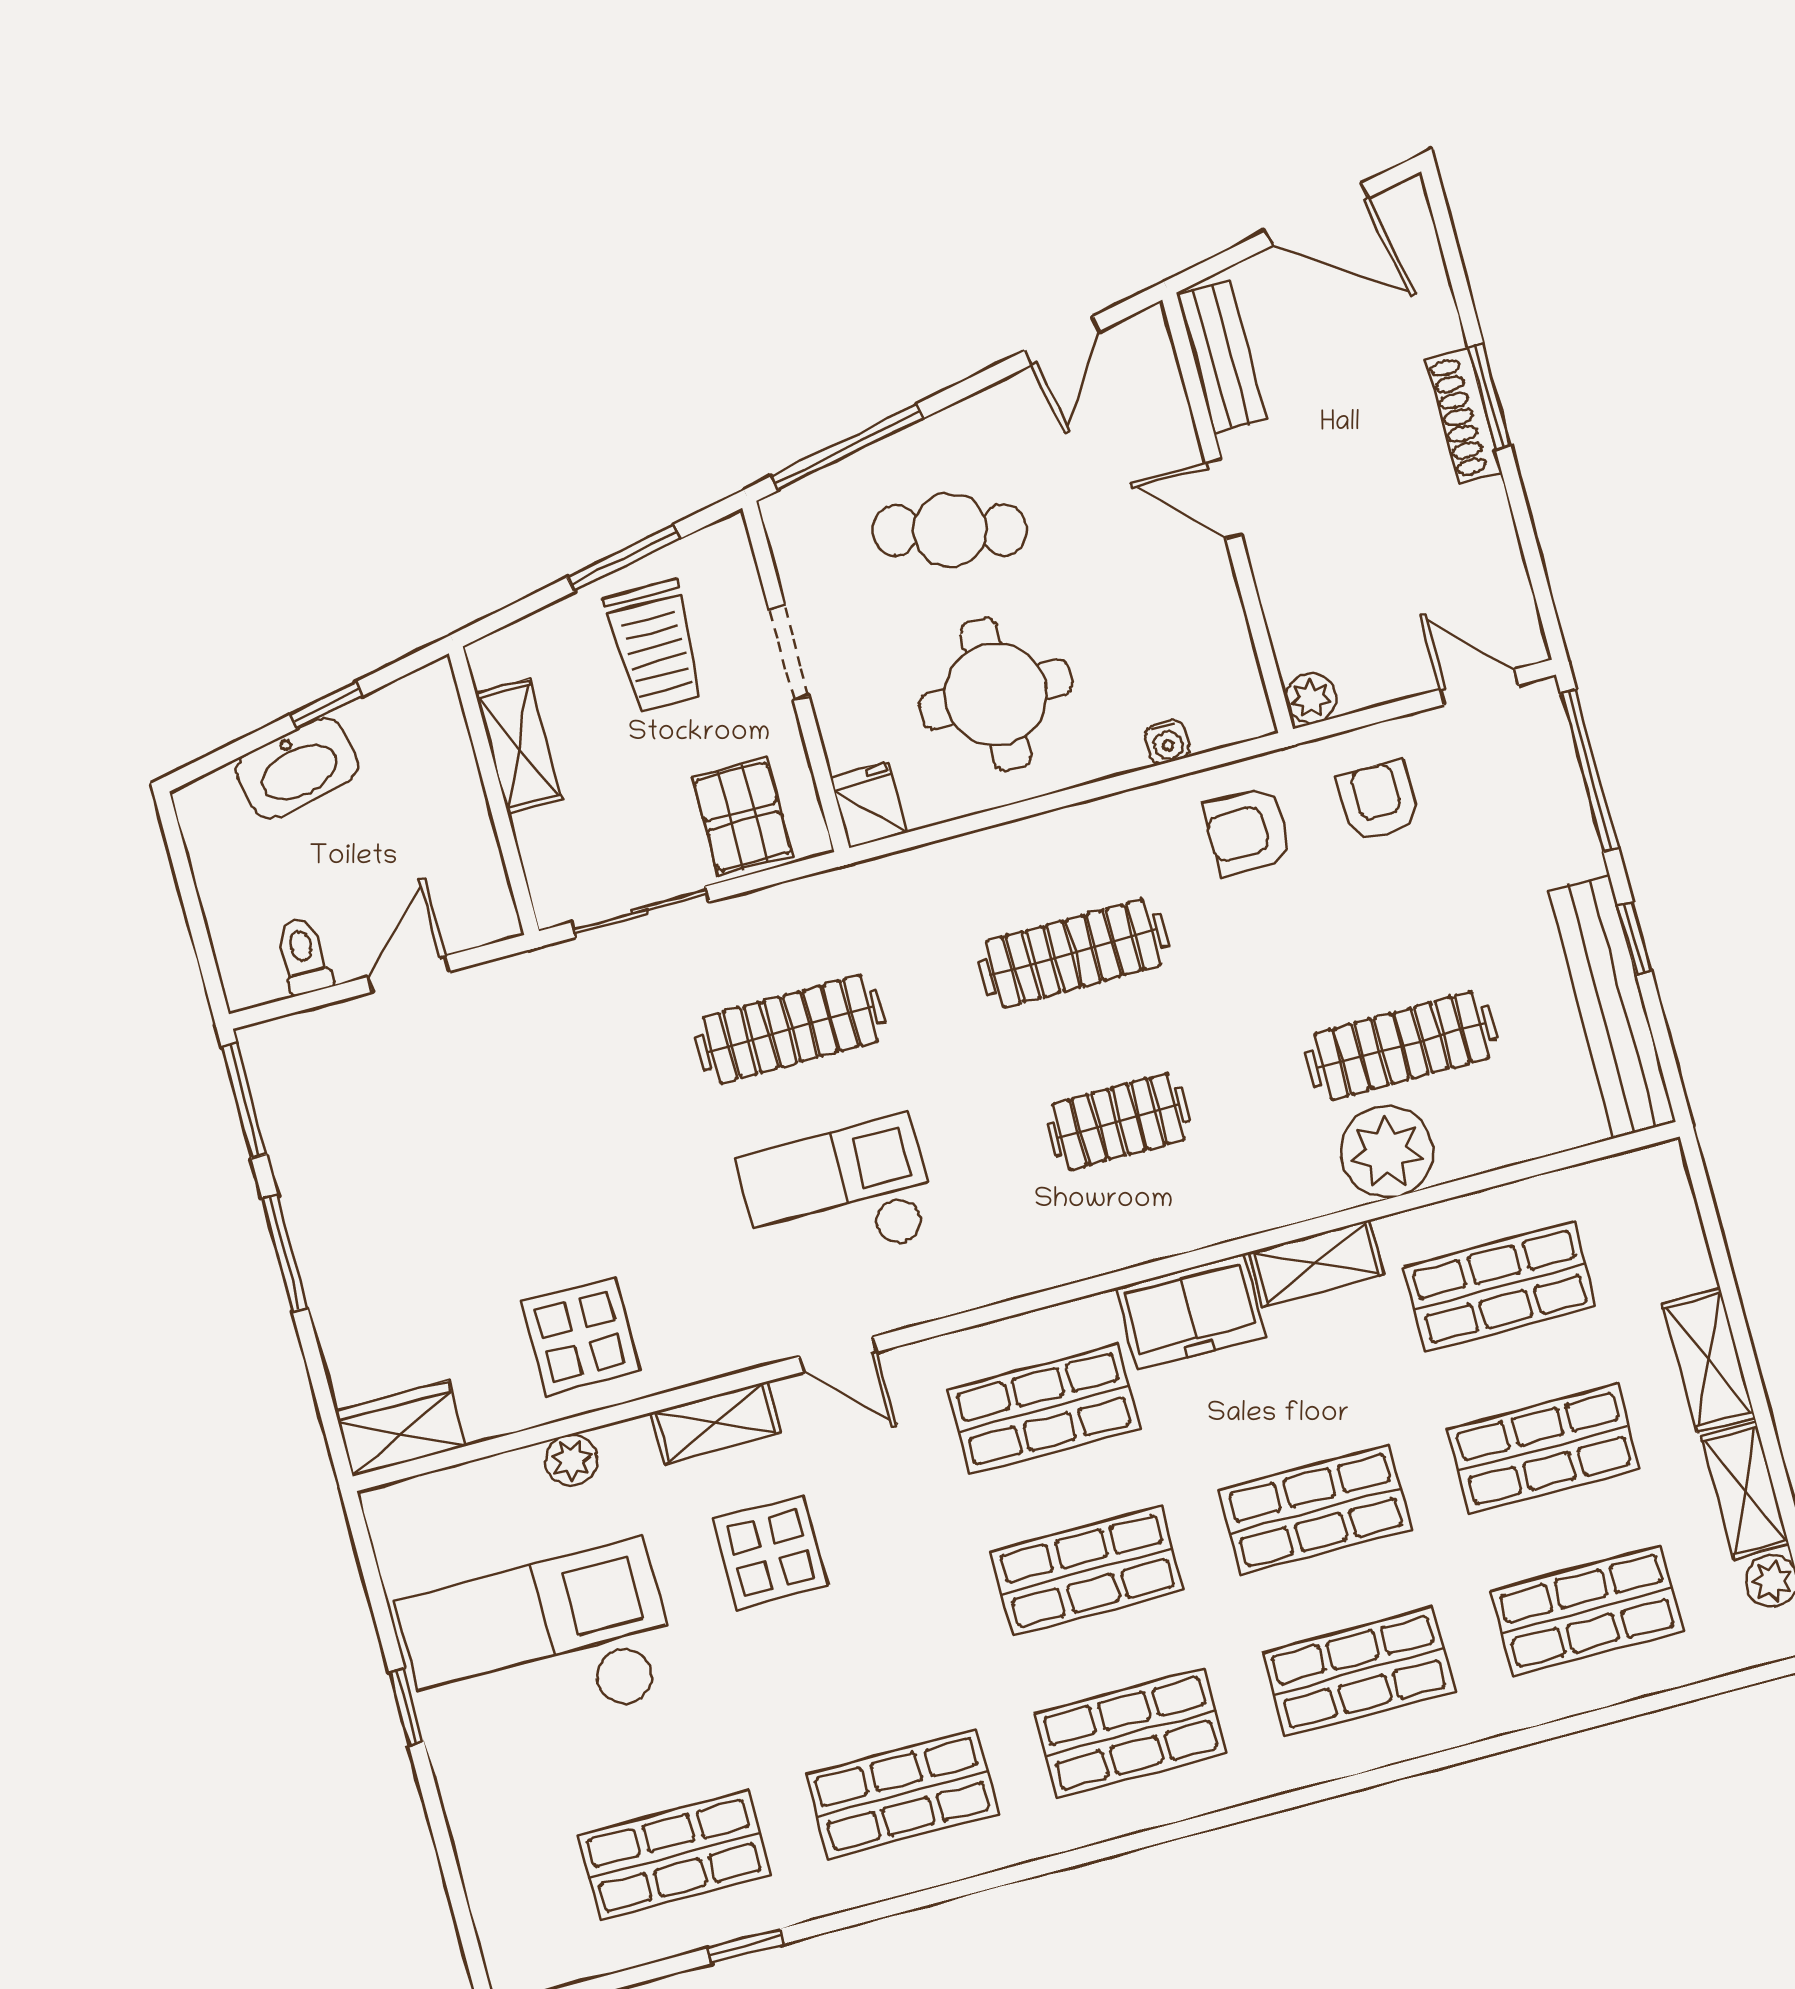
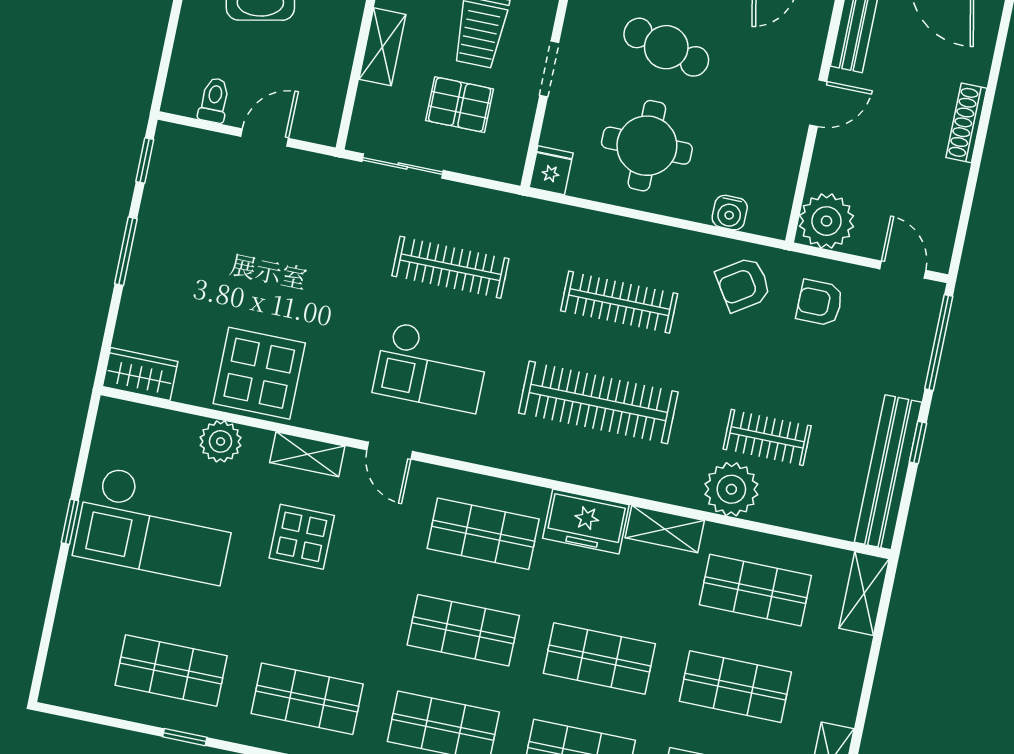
window: (1489, 396) -> (985, 119), removed
door: (1224, 499) -> (818, 103), swing flipped
plant: (1311, 698) -> (826, 221), width x1.87, depth x1.87
water cooler: (1167, 742) -> (730, 213), width x1.38, depth x1.38
armchair: (1378, 801) -> (820, 303), turned -90
pallet: (742, 817) -> (460, 105), moved, turned 90
armchair: (1249, 831) -> (743, 284), turned -33
clothes rail: (1401, 1046) -> (767, 437), width x0.73
window: (244, 1101) -> (145, 160), width x0.67
clothes rail: (1118, 1122) -> (598, 402), width x1.86, depth x1.31
checkout: (838, 1195) -> (431, 367), turned 180
display table: (581, 1336) -> (259, 373), width x1.36, depth x1.36
shelving: (1709, 1360) -> (864, 594), moved
plant: (572, 1460) -> (221, 441), width x1.38, depth x1.38
checkout: (539, 1646) -> (156, 525), turned 180

